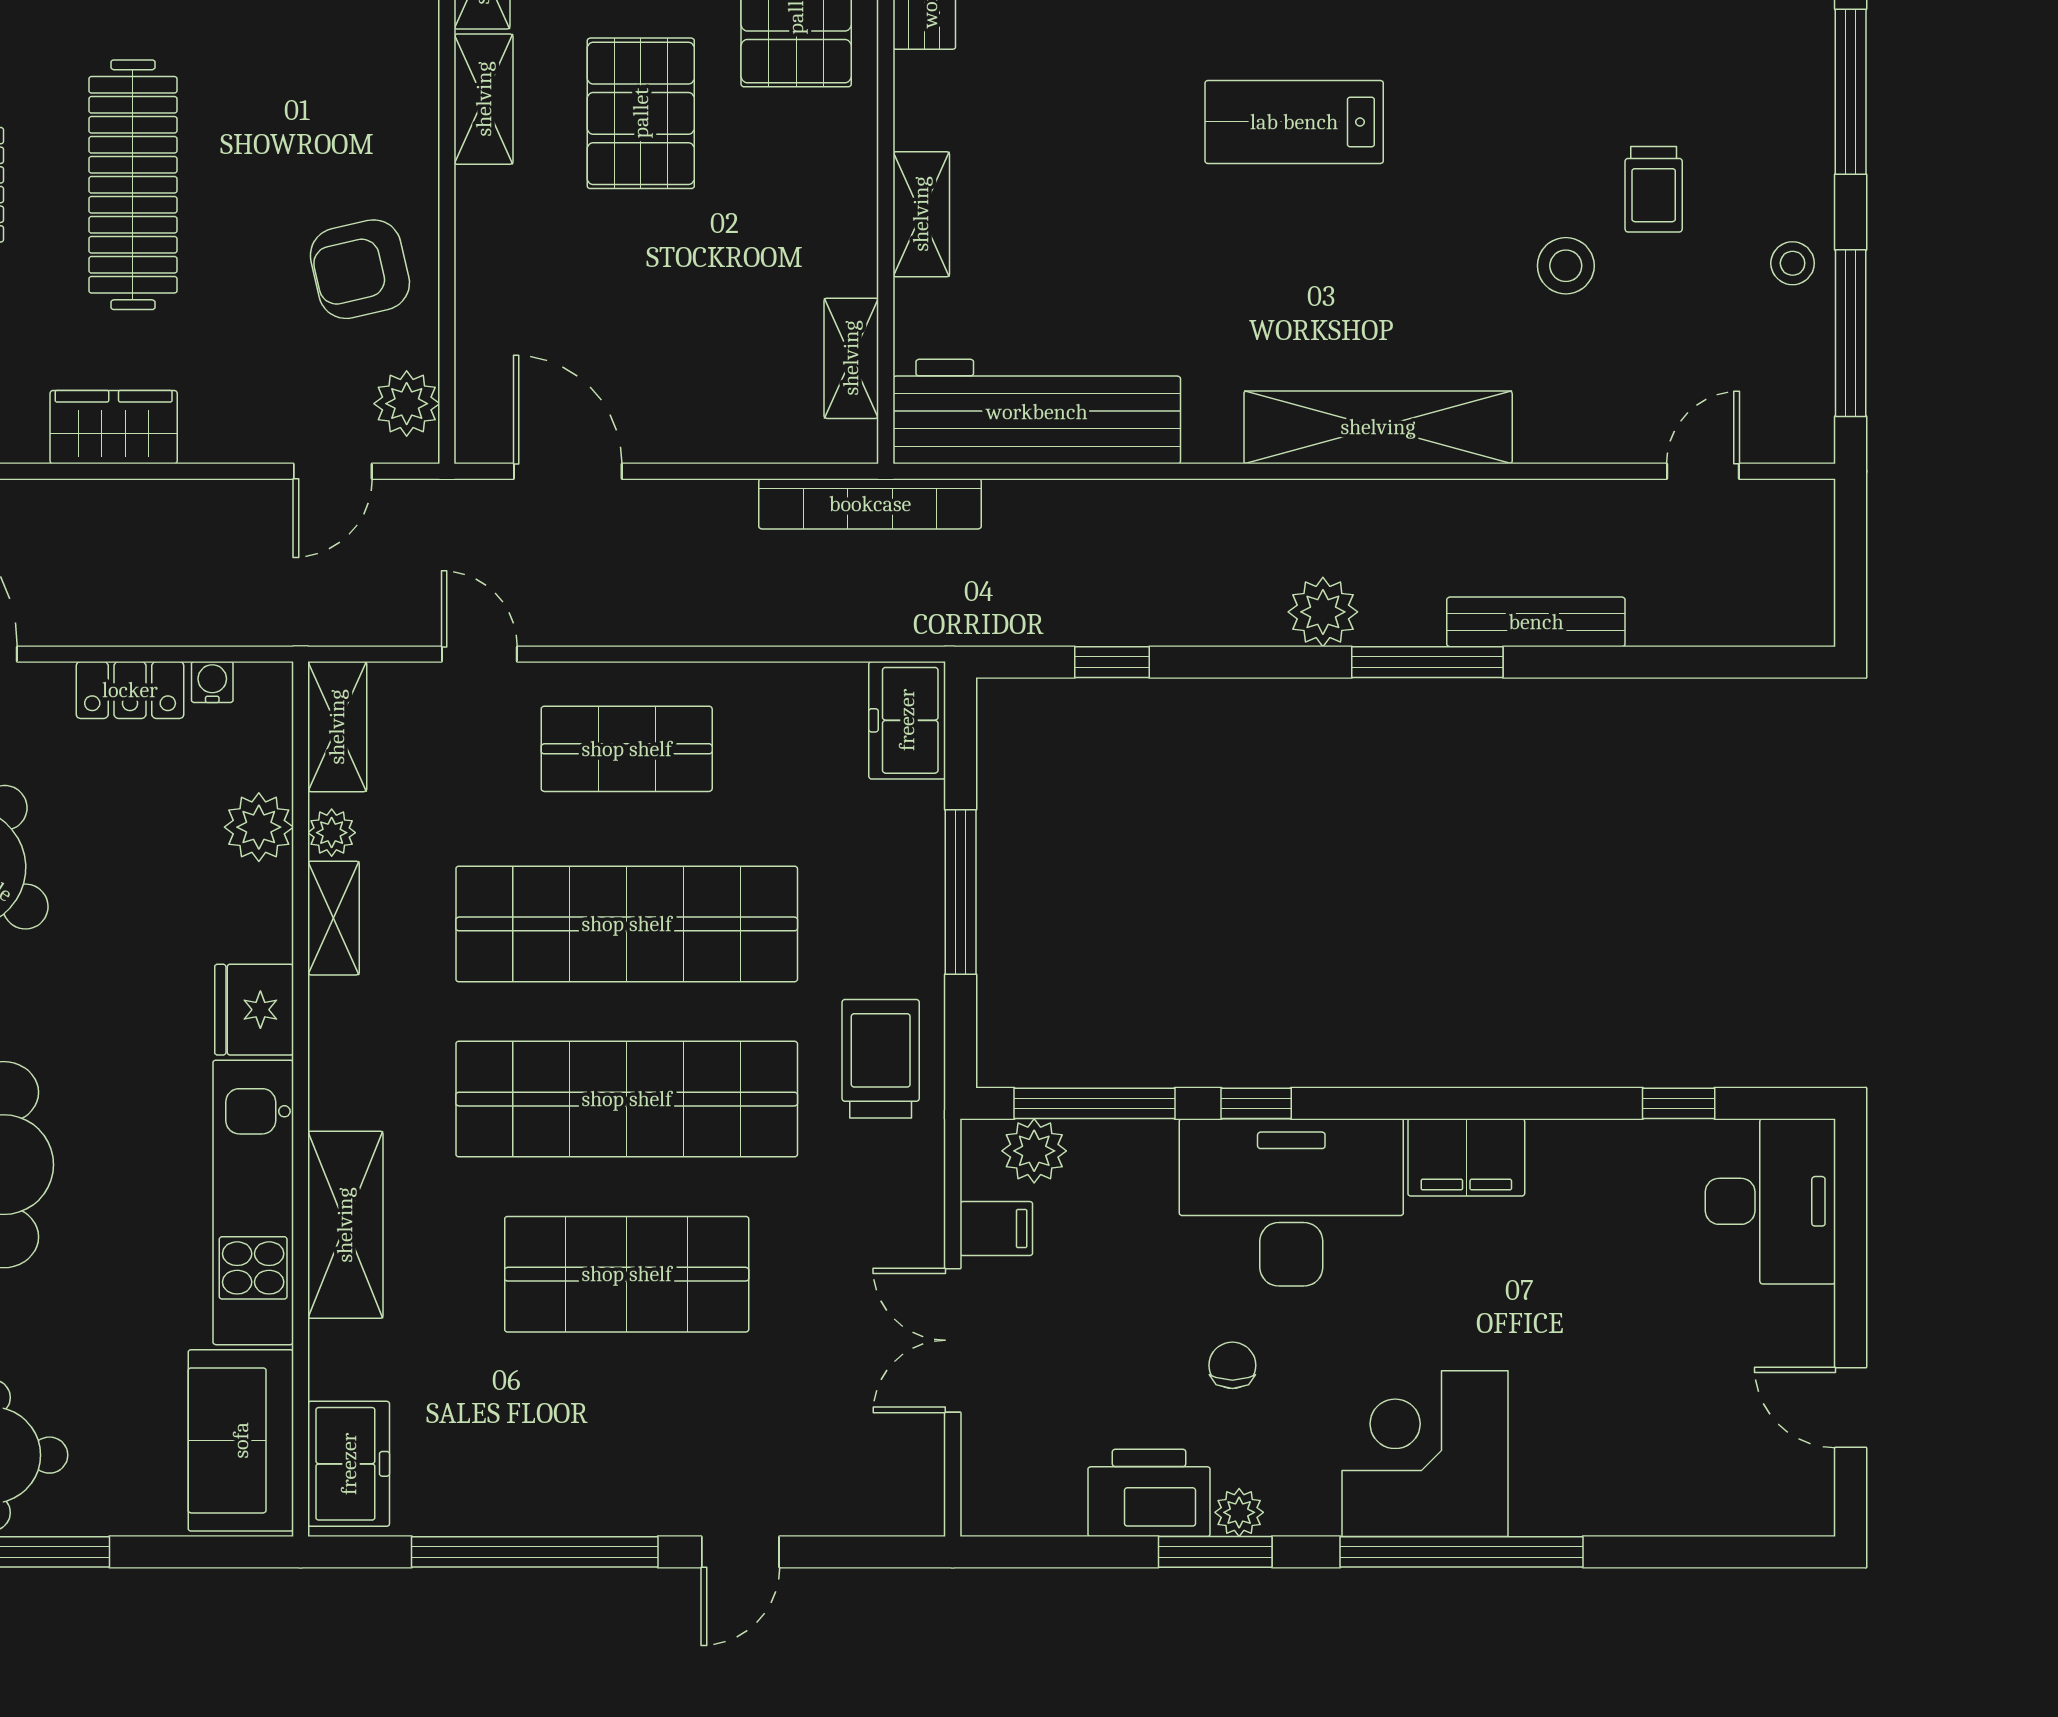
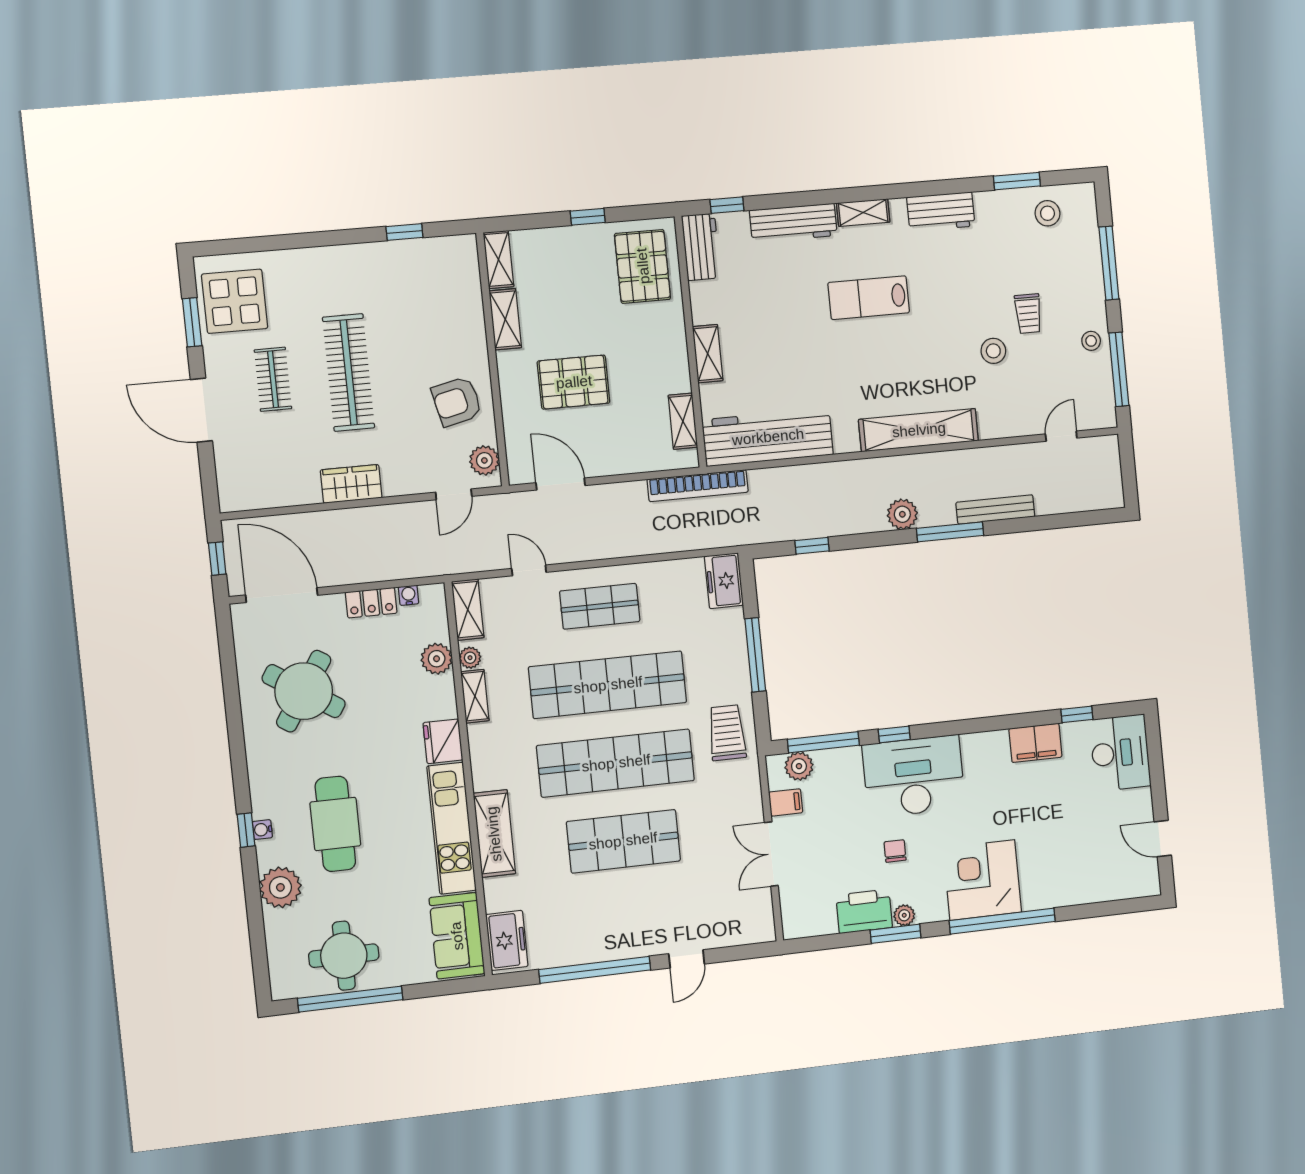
pallet: (641, 113) -> (574, 382), moved, turned 90
filing cabinet: (1466, 1157) -> (1035, 743), moved

